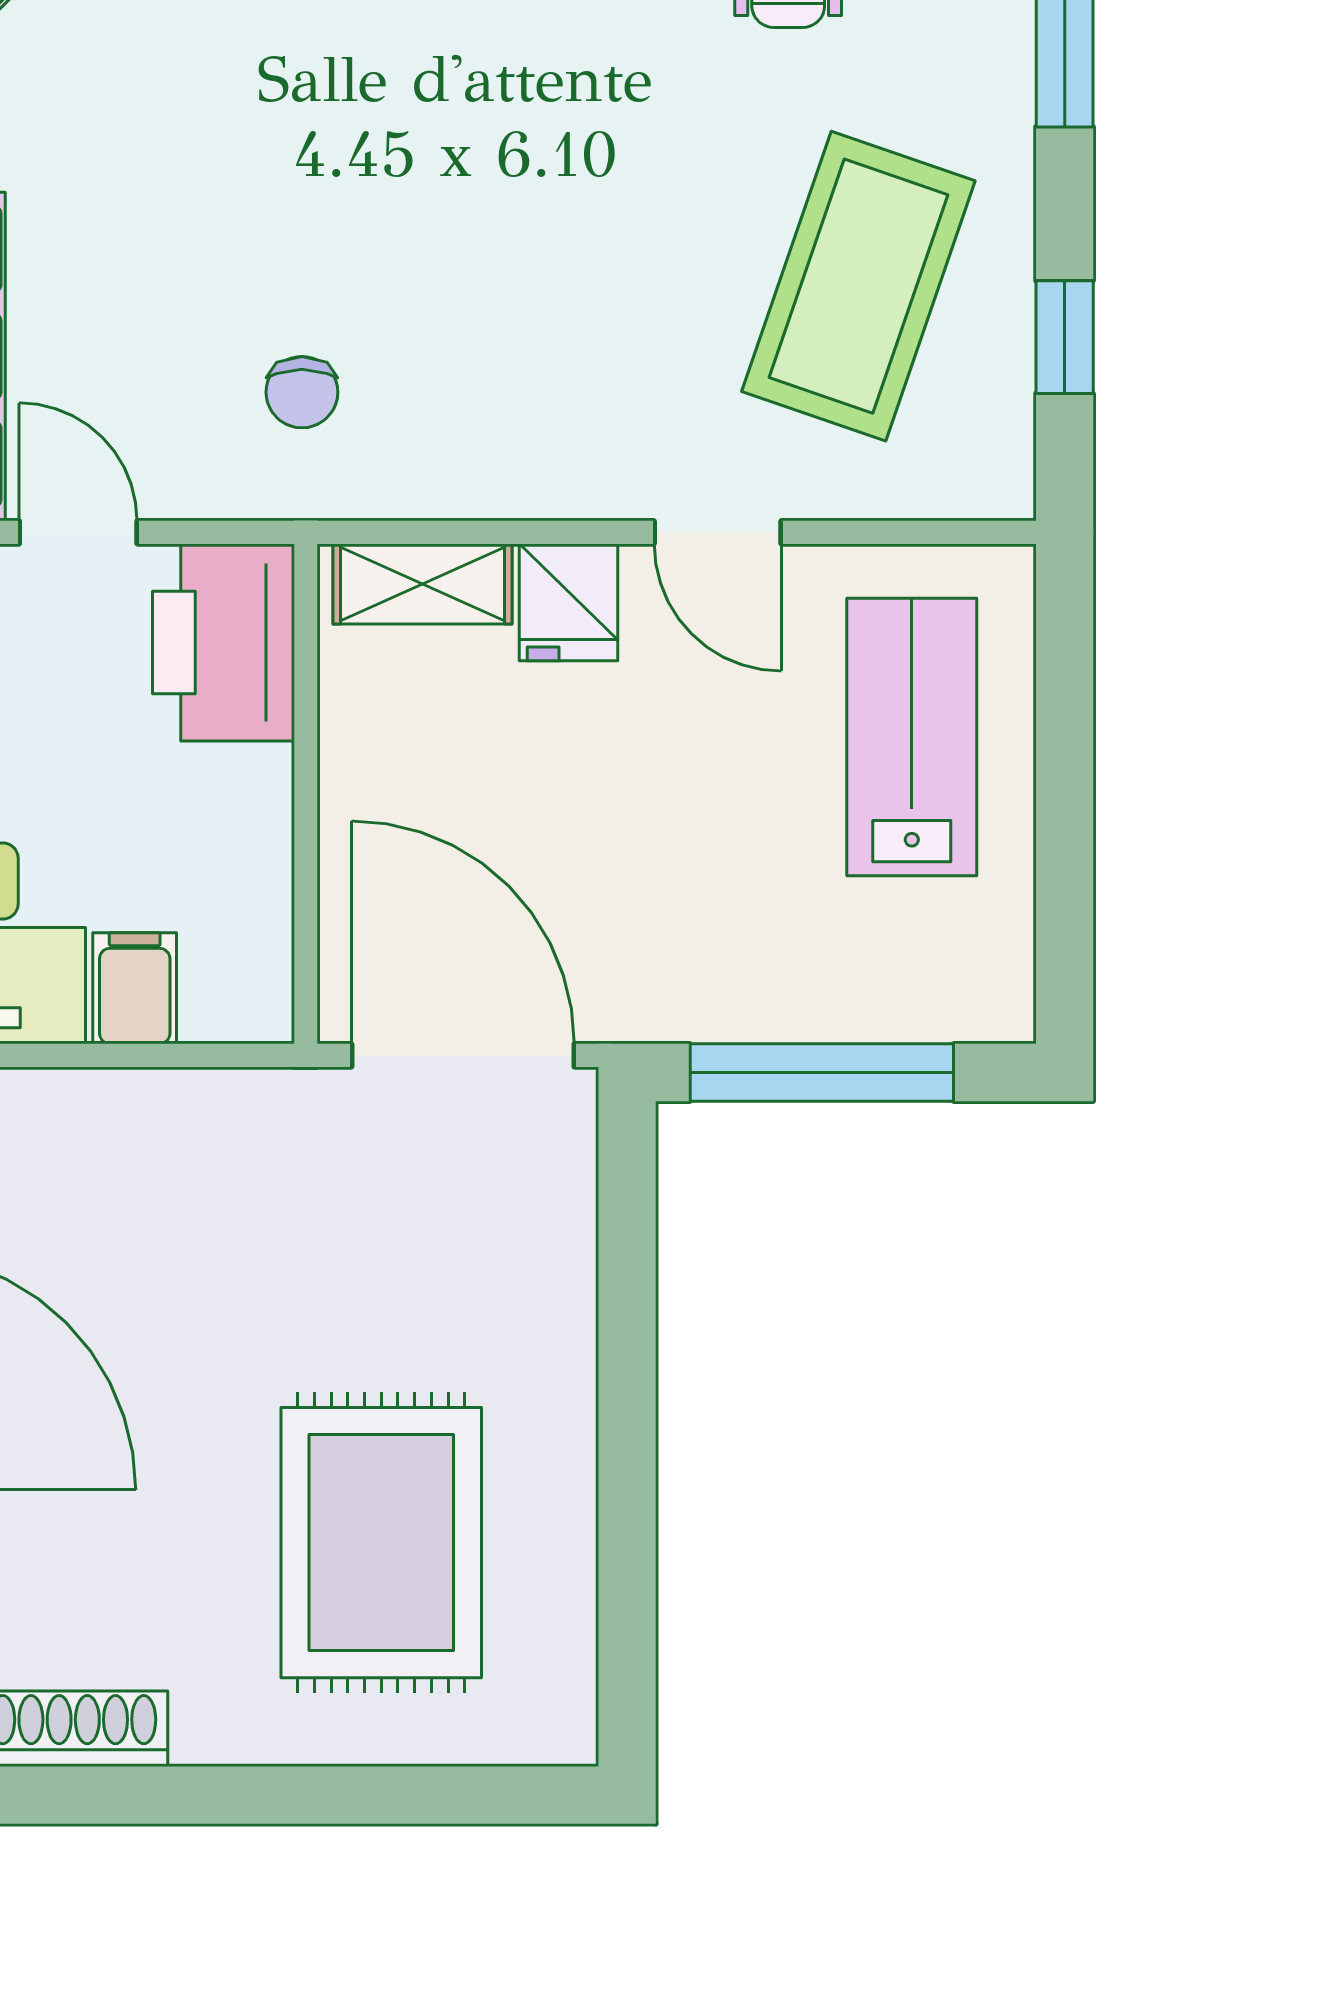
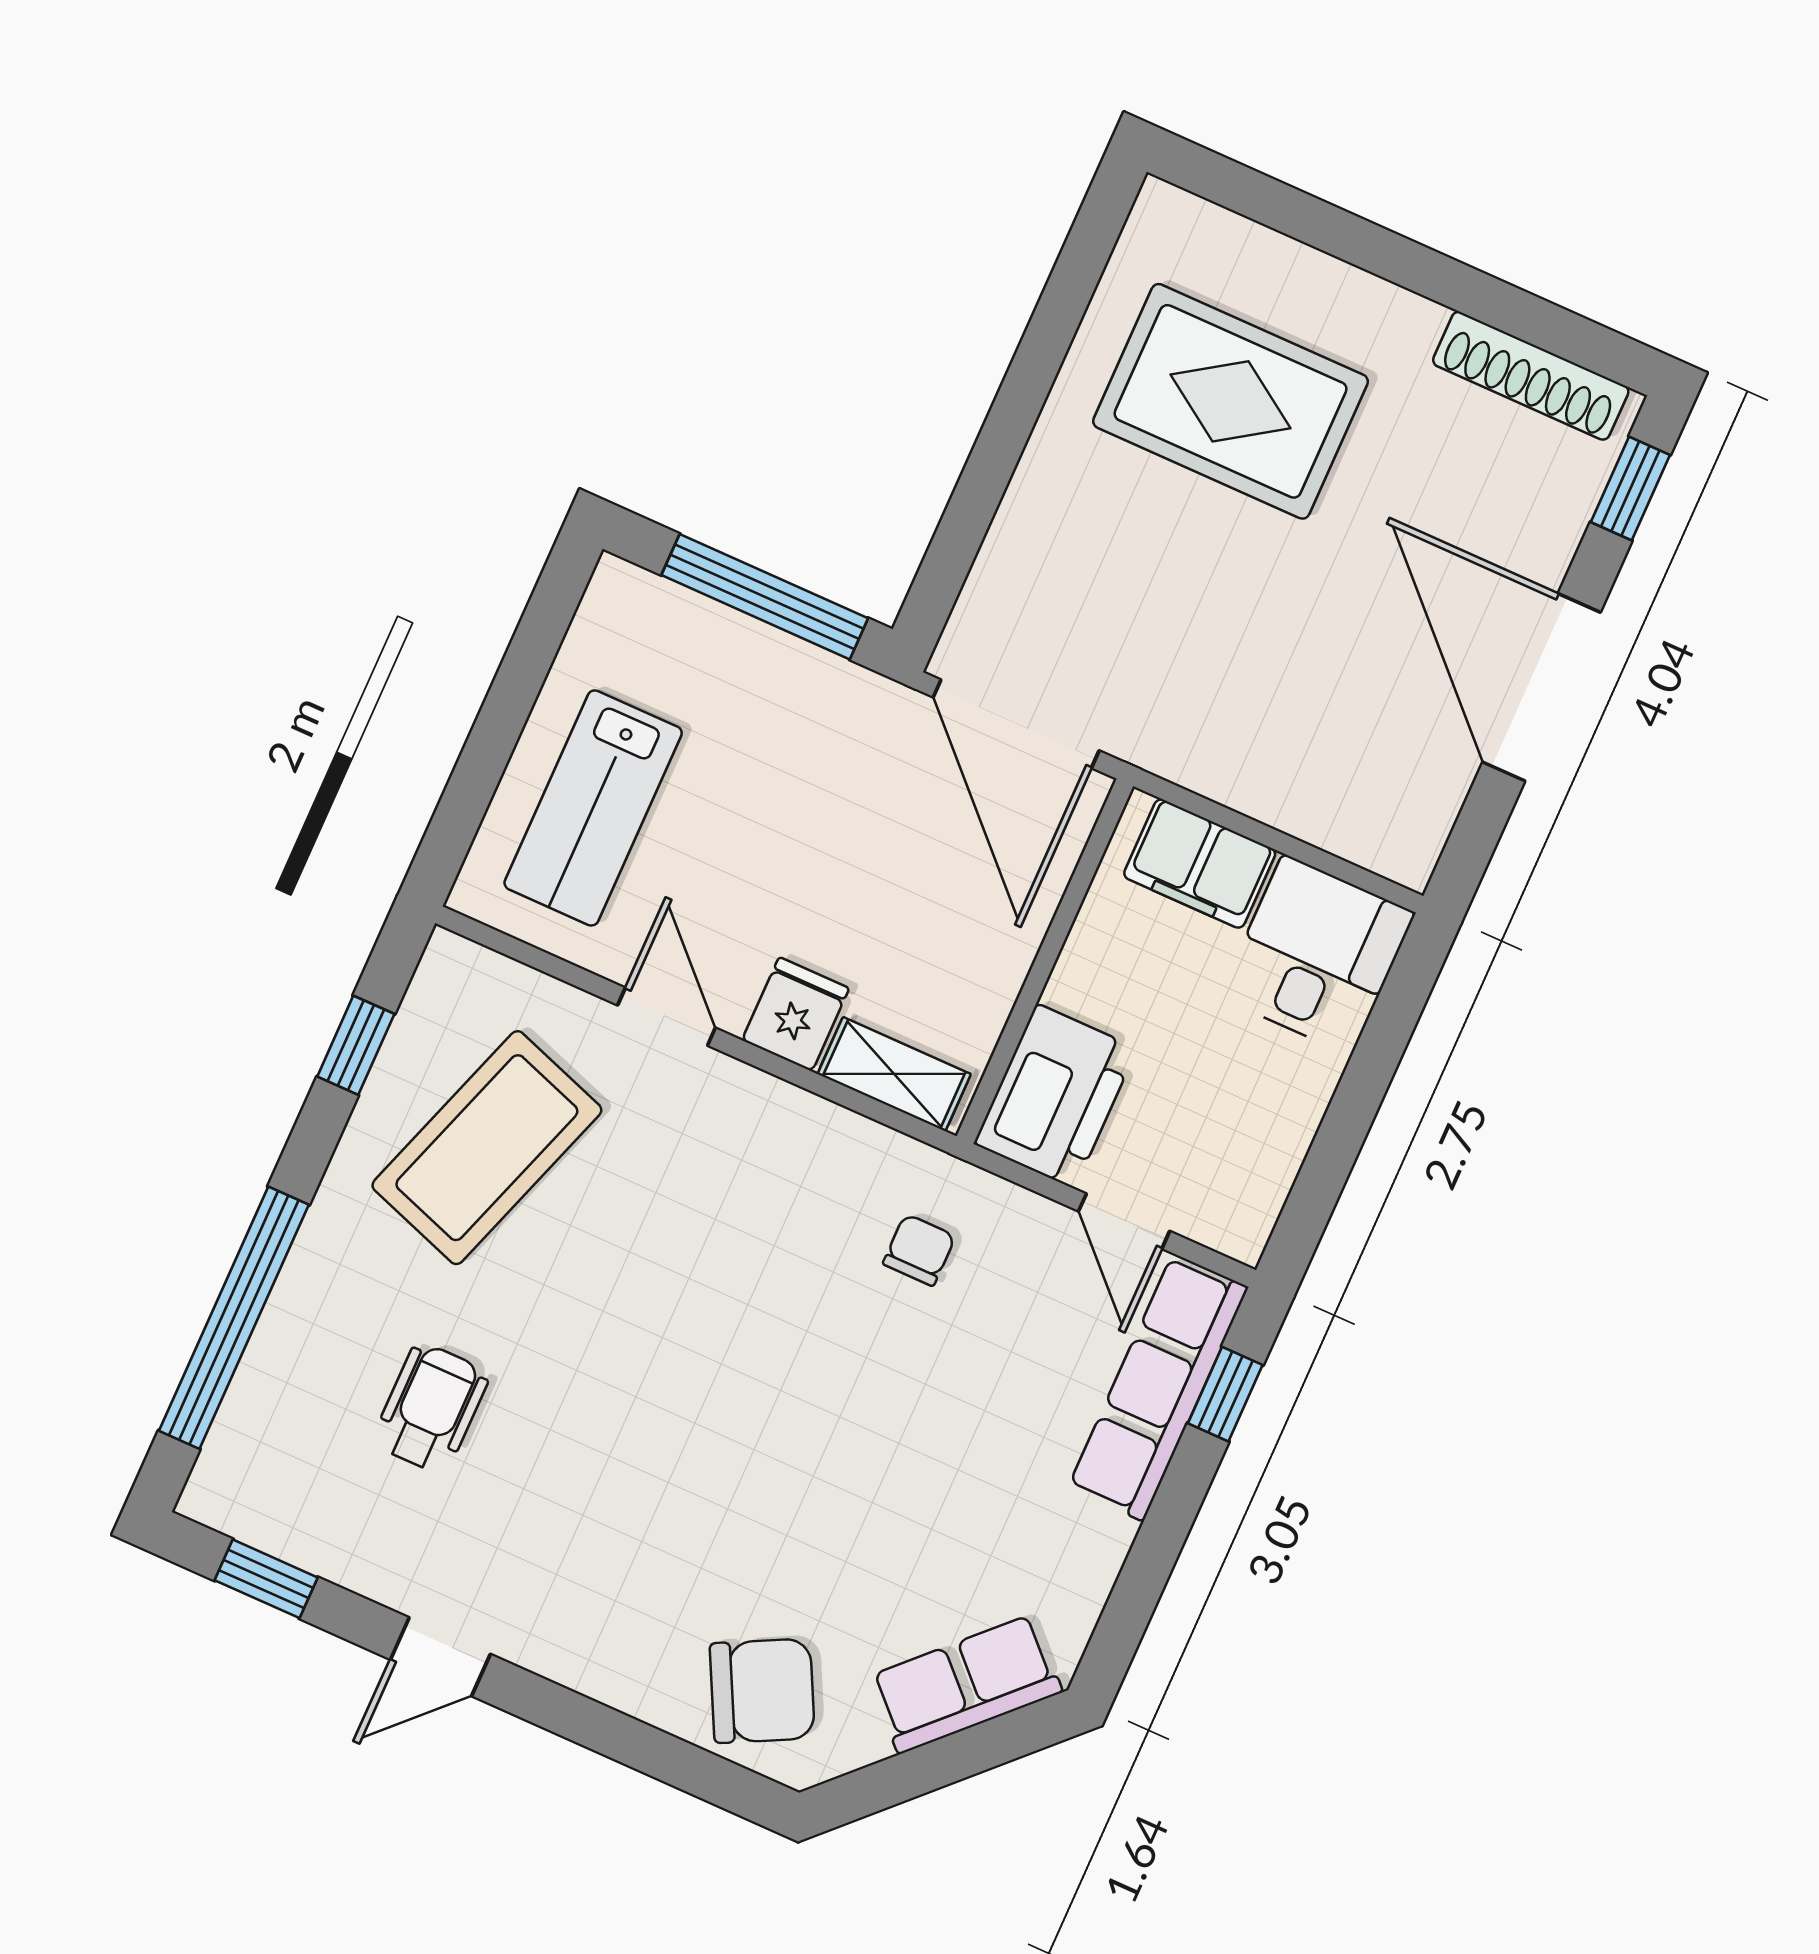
filing cabinet: (135, 988) -> (1200, 864), width x2.00
rug: (381, 1543) -> (1231, 401), turned 90

